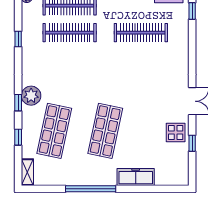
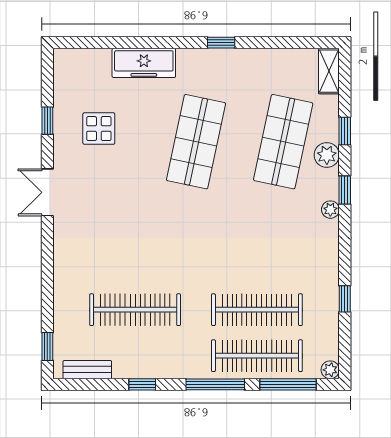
plant: (31, 96) -> (330, 210), width x0.53, depth x0.53
plant: (29, 123) -> (327, 155), added
display table: (176, 133) -> (99, 129), moved
window: (91, 189) -> (221, 43), width x0.32

